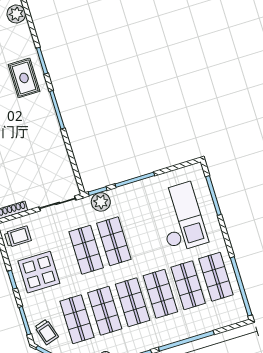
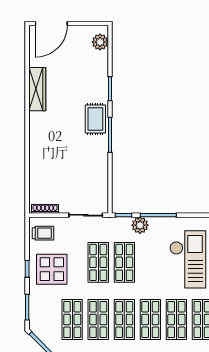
rug: (24, 78) -> (95, 119), moved
plant: (101, 202) -> (140, 225), moved
trolley: (47, 332) -> (43, 322), removed

